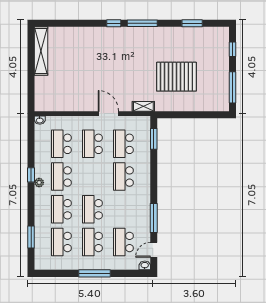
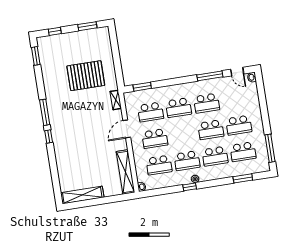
window: (192, 23) -> (36, 56), moved
pallet: (176, 77) -> (86, 76), turned 90
window: (233, 87) -> (87, 26), width x0.69
shelving: (60, 104) -> (125, 172), added
school desk: (123, 242) -> (207, 103), moved
window: (94, 273) -> (270, 148), moved

